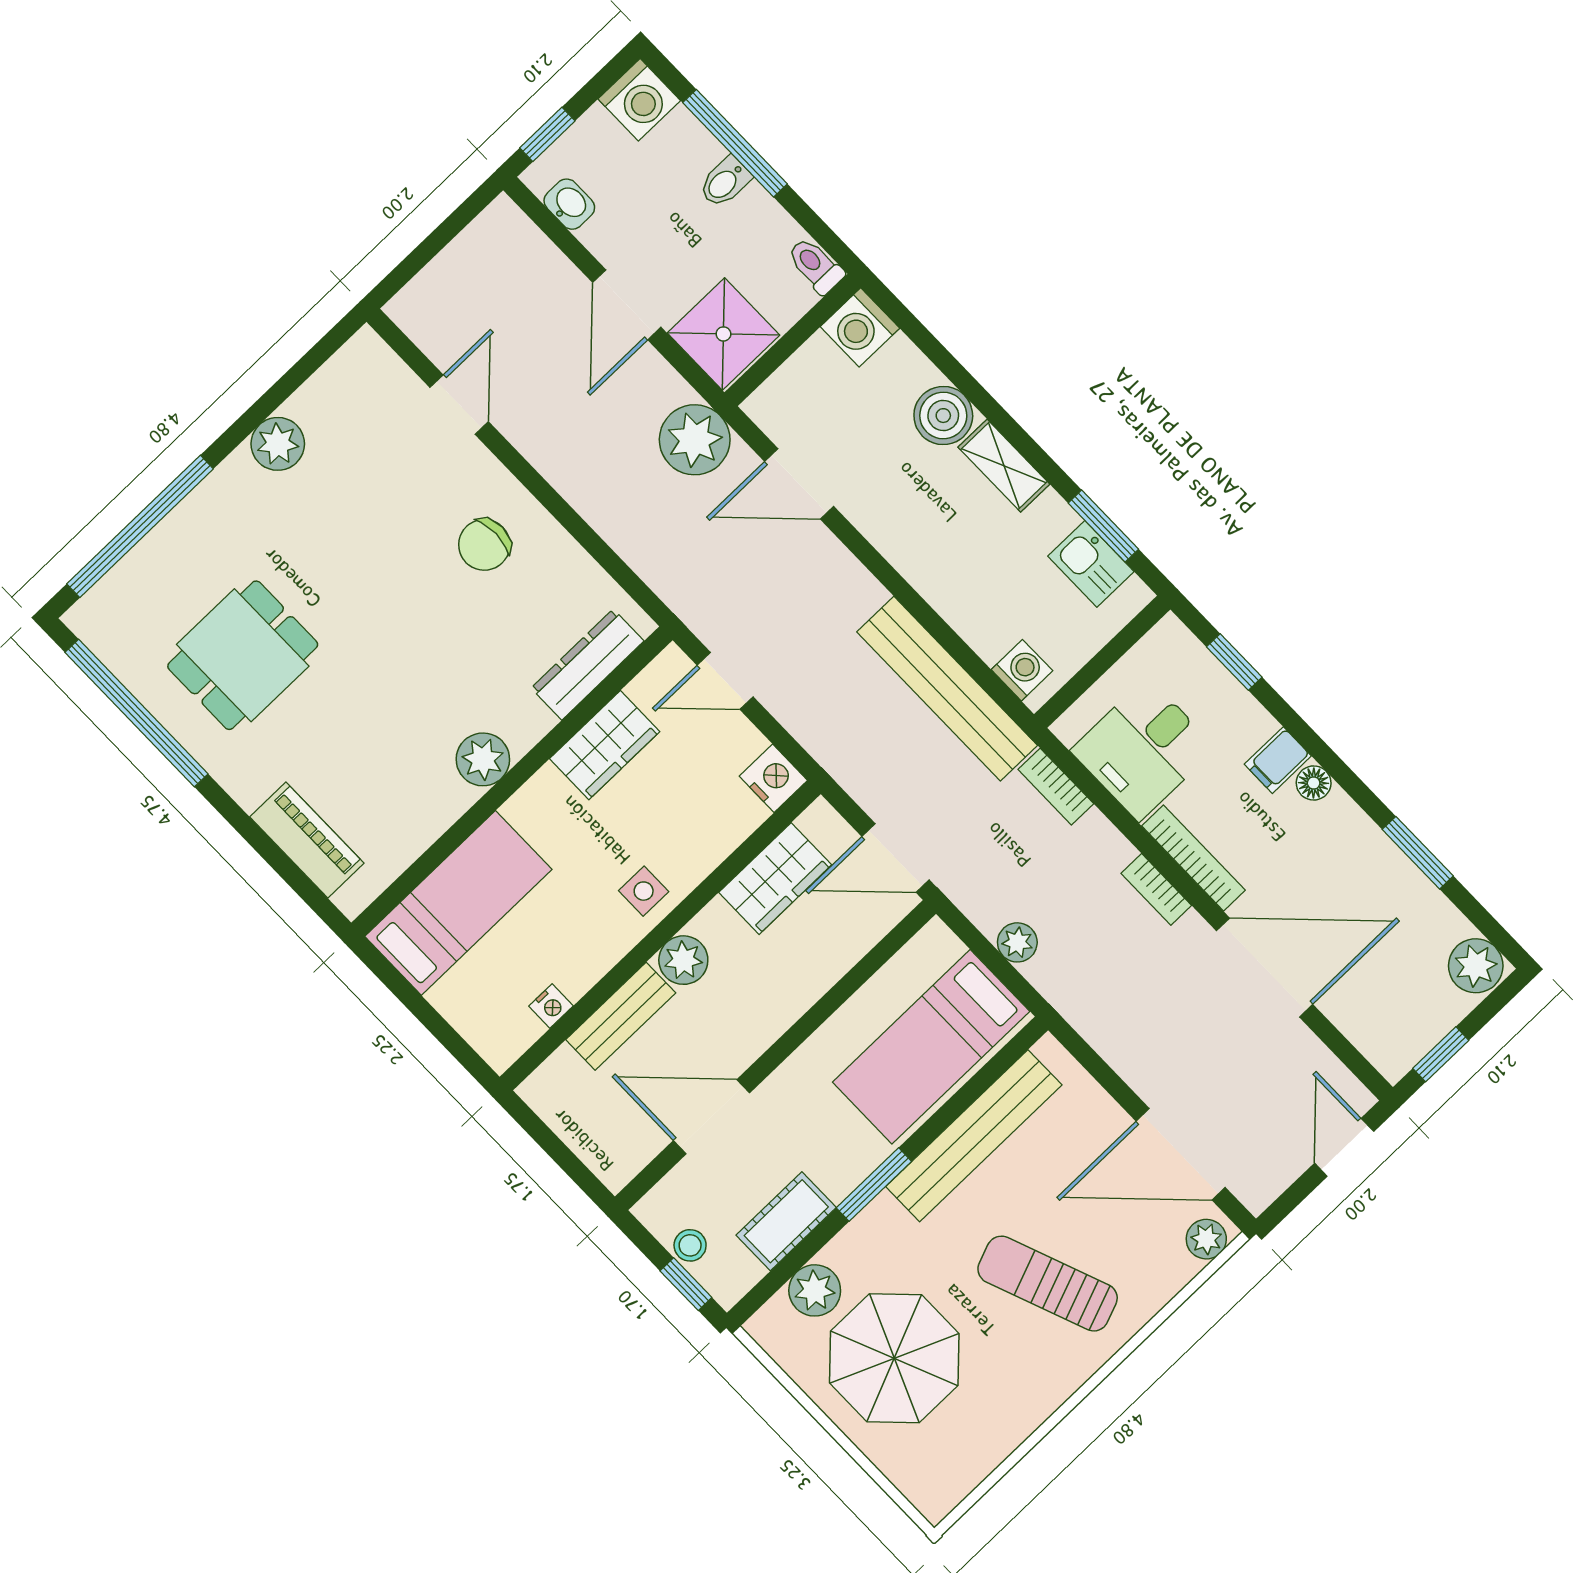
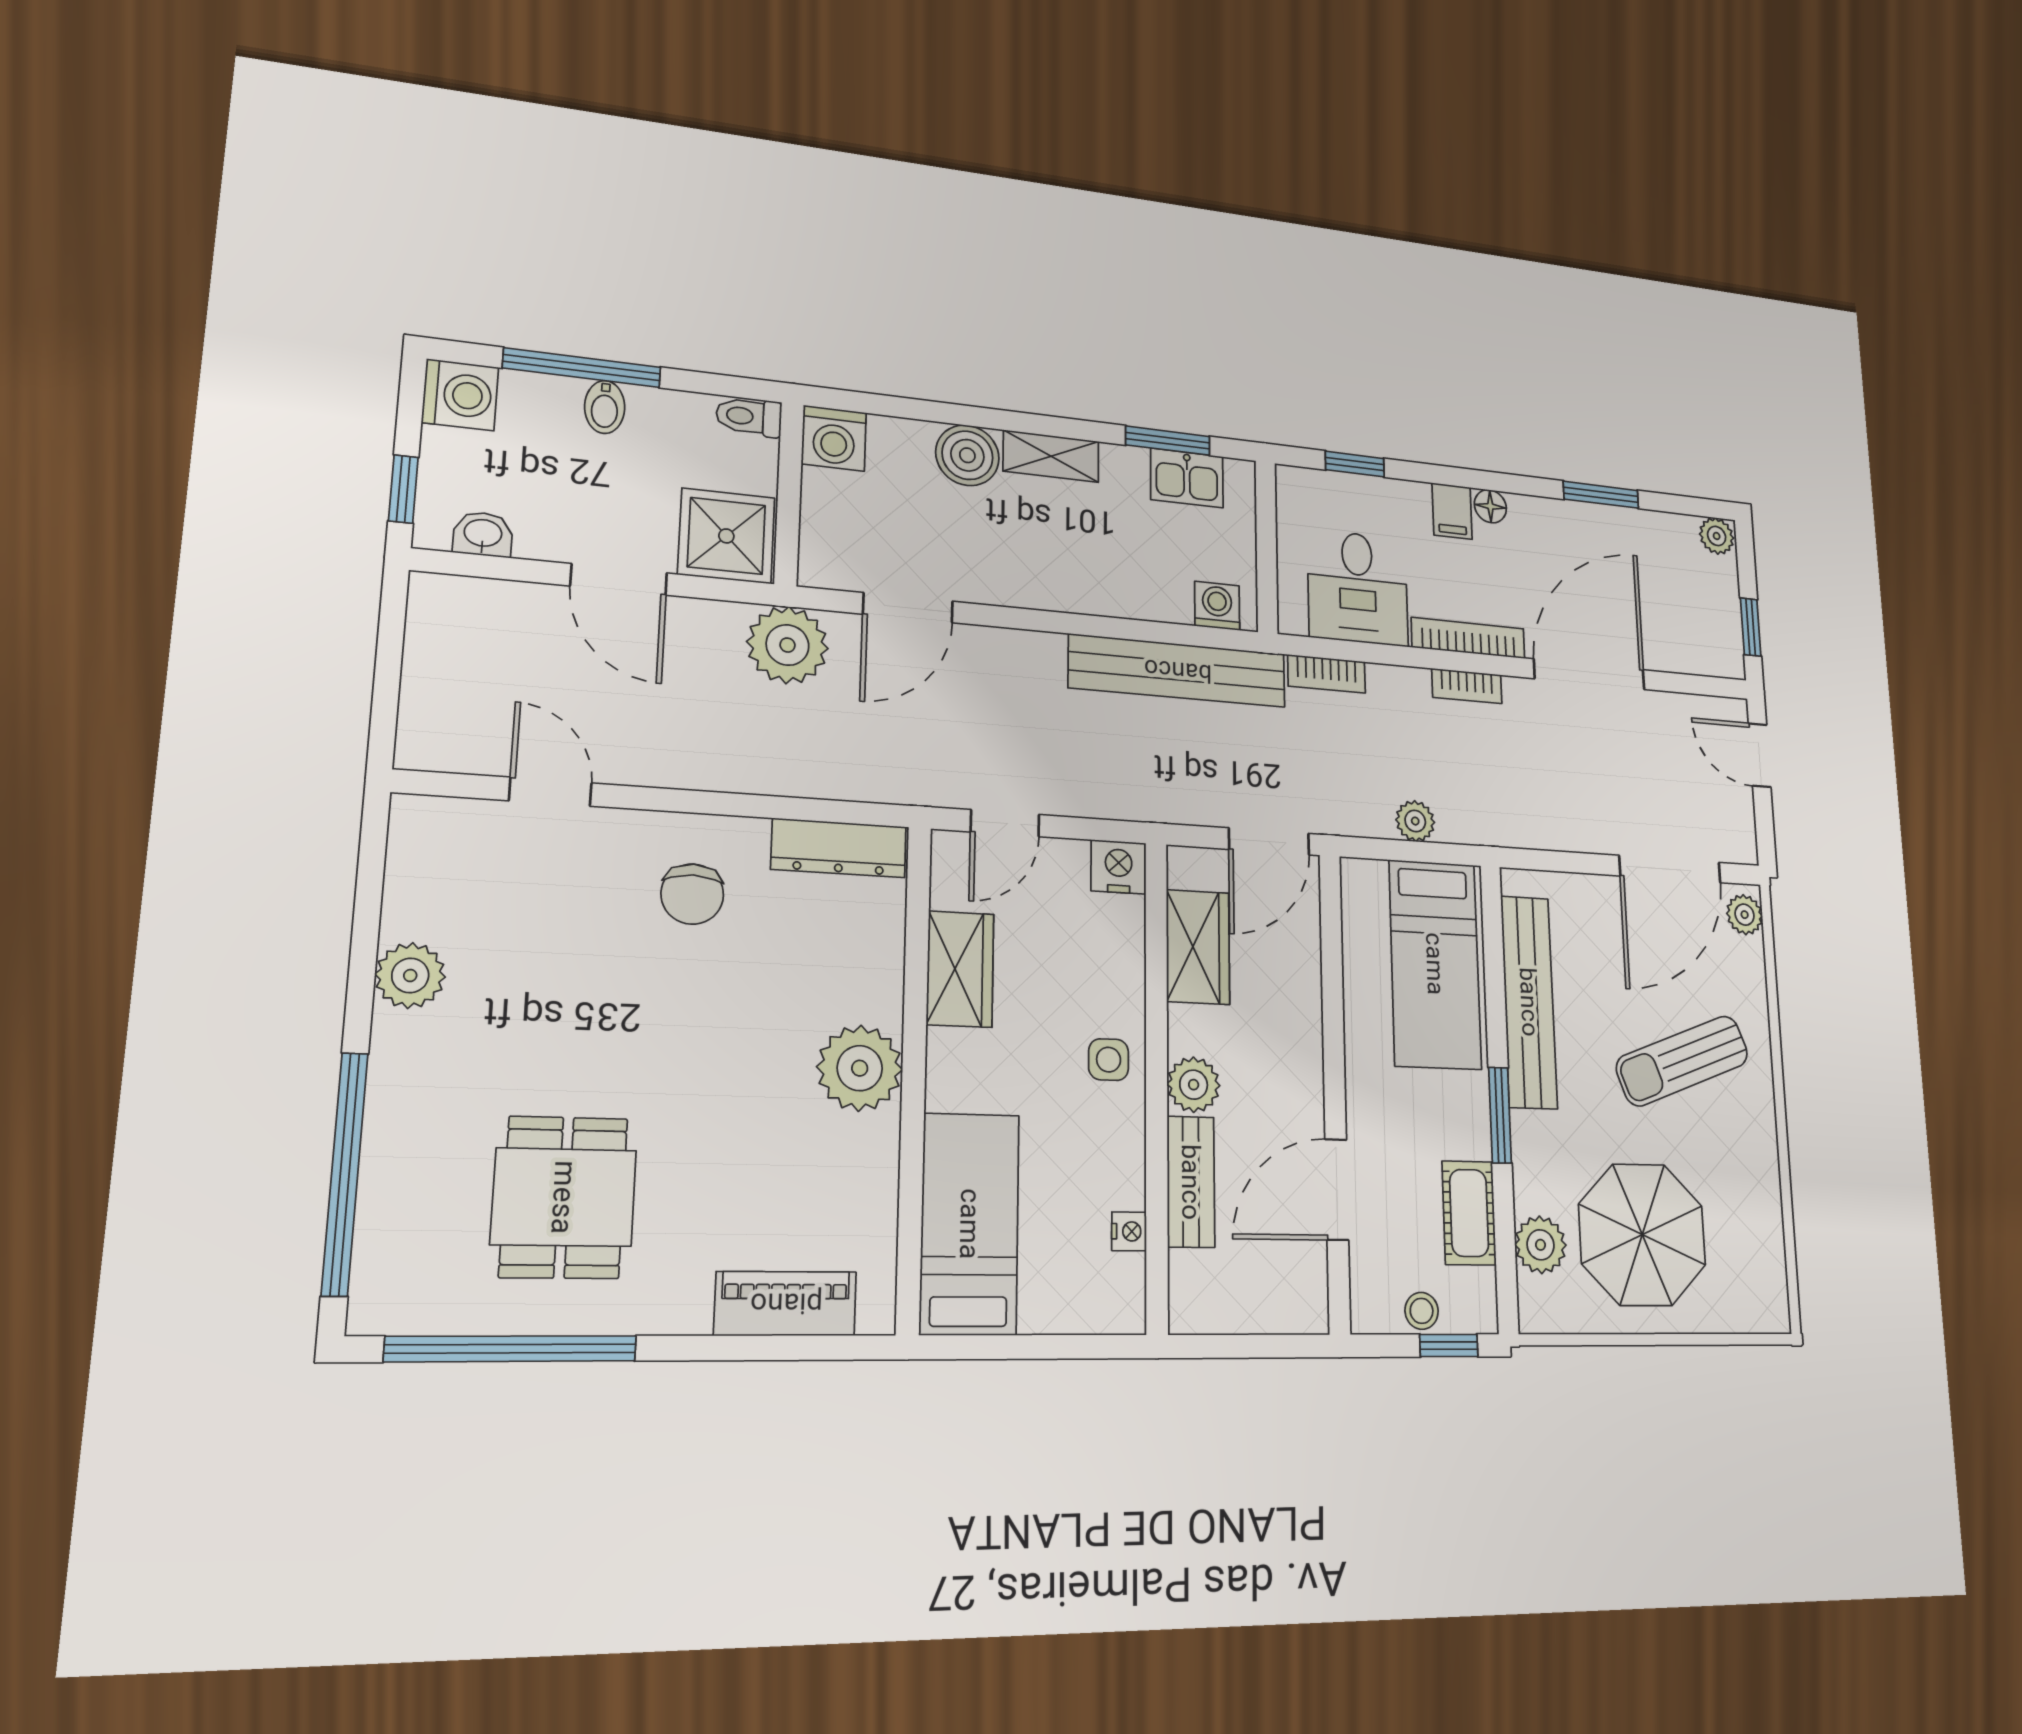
dresser: (587, 665) -> (839, 848), moved, turned -90
plant: (483, 759) -> (860, 1068), width x1.36, depth x1.36
plant: (1476, 966) -> (1717, 536), width x0.73, depth x0.73

